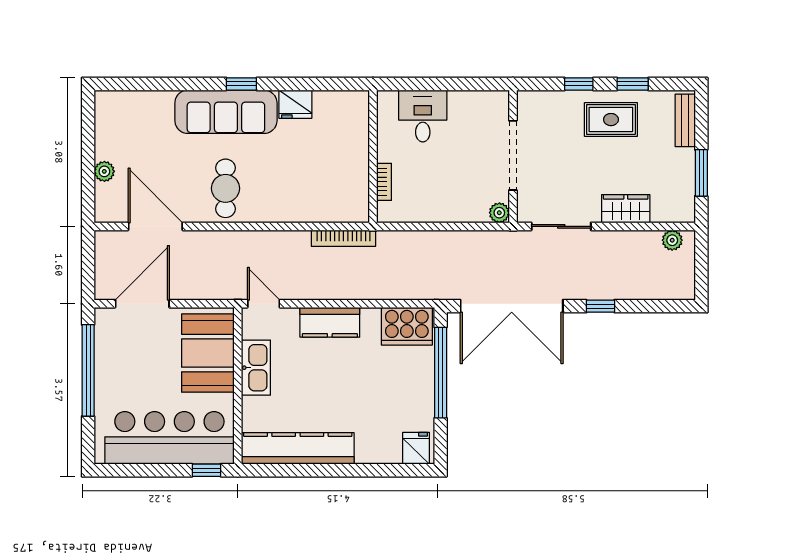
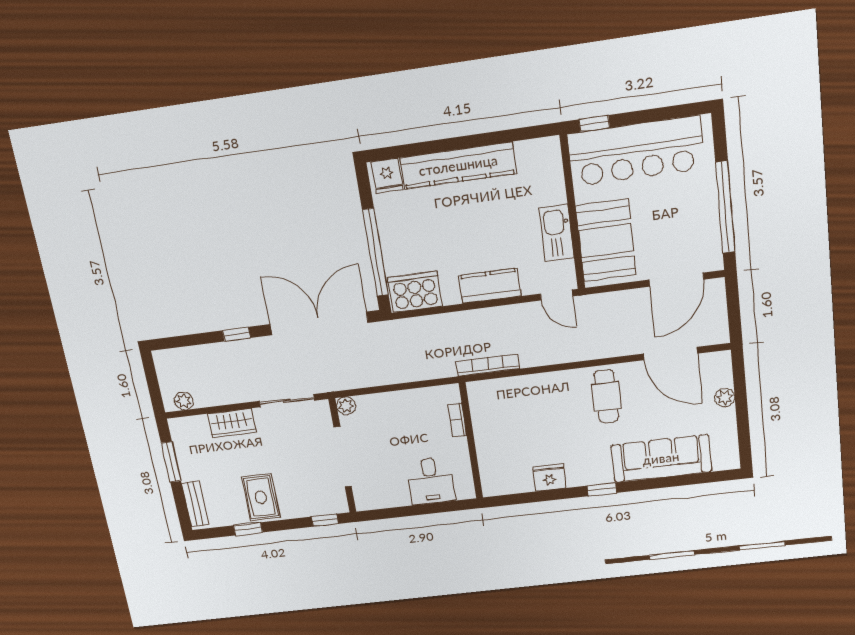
window: (579, 84) -> (325, 520), moved
sofa: (226, 112) -> (661, 458), moved
rug: (611, 120) -> (261, 497), turned 90
kitchen counter: (298, 448) -> (458, 165), moved

